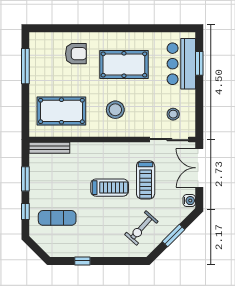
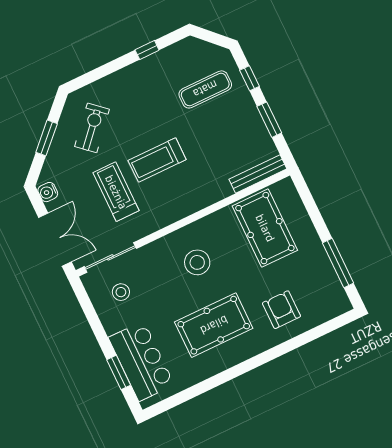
armchair: (76, 54) -> (281, 310), turned 90
pool table: (61, 111) -> (265, 228), turned 90

